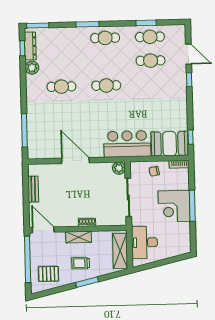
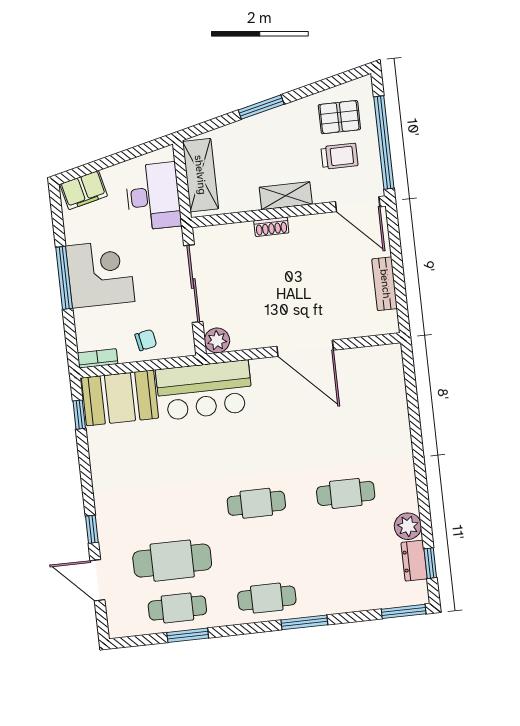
dresser: (30, 46) -> (414, 561), width x0.70
cafe table: (151, 61) -> (172, 561), width x1.37, depth x1.35
window: (24, 130) -> (412, 400), removed
filing cabinet: (179, 249) -> (84, 190), added
trolley: (81, 263) -> (339, 156), moved

